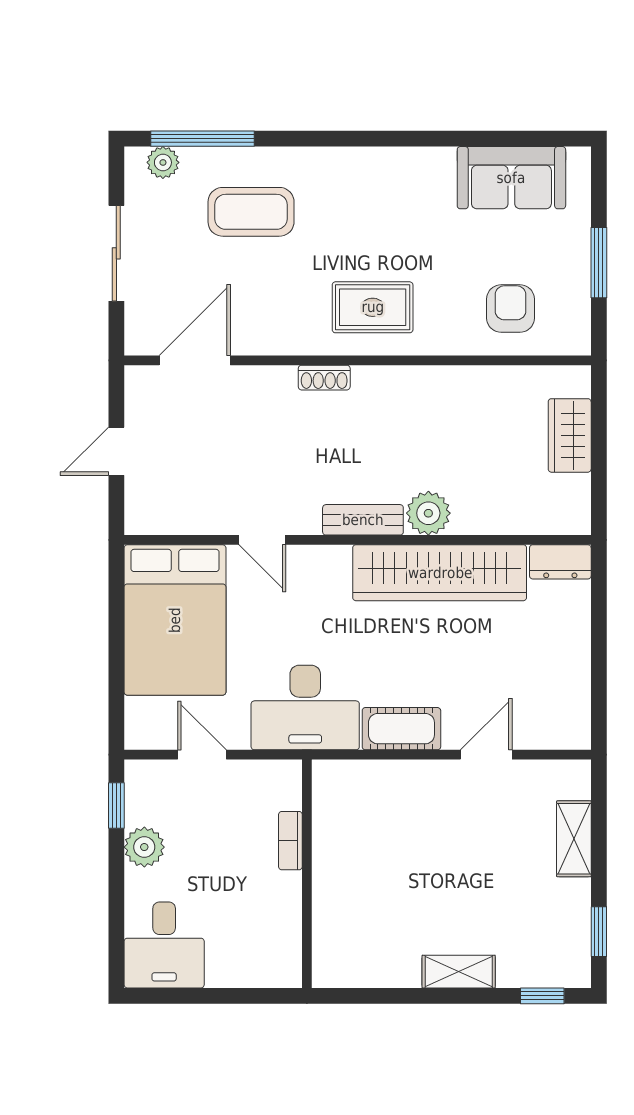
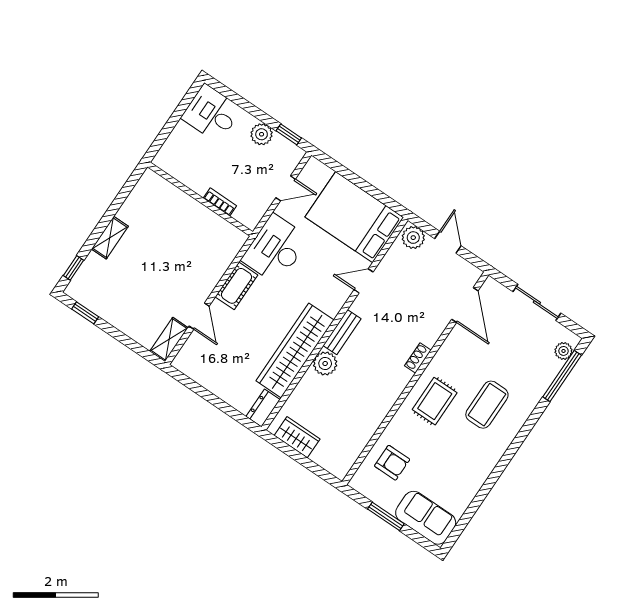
sofa: (511, 178) -> (426, 518), moved, turned 90
coffee table: (251, 212) -> (487, 405), moved
wardrobe: (570, 435) -> (297, 437), moved
plant: (145, 509) -> (413, 238), added
shelving: (574, 839) -> (169, 339), moved, turned 90

